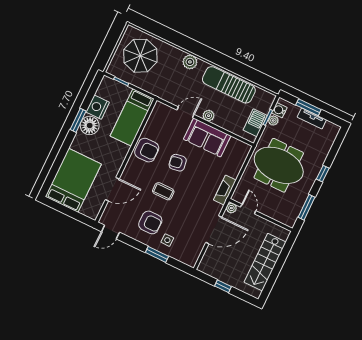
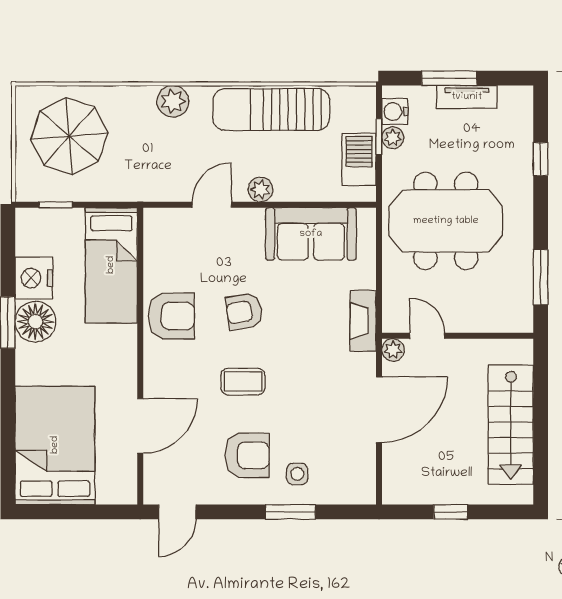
sofa: (207, 137) -> (311, 234), moved
window: (323, 174) -> (541, 159), moved

